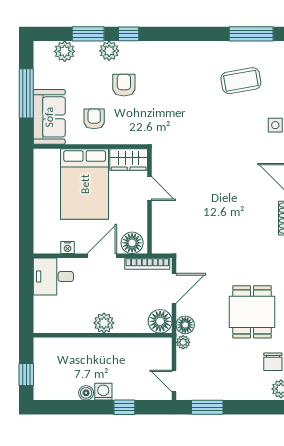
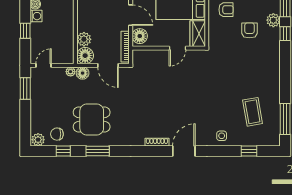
armchair: (124, 85) -> (249, 30), turned -90
plant: (104, 323) -> (84, 39), moved

